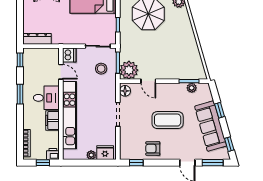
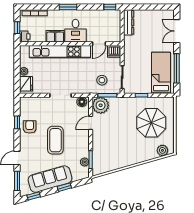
window: (20, 94) -> (68, 7), moved
window: (136, 163) -> (17, 122), moved

